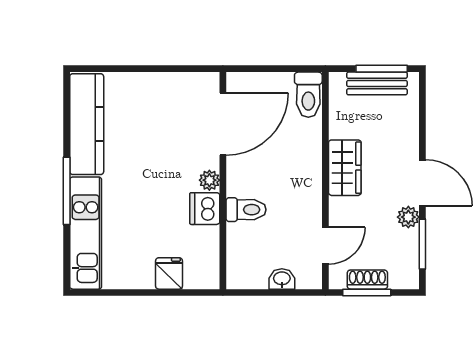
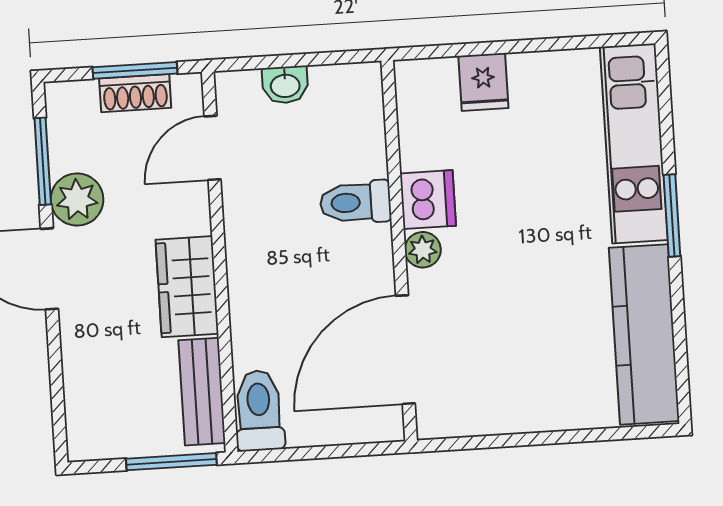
window: (382, 69) -> (171, 462), moved
bench: (377, 83) -> (202, 392), moved, turned 90
window: (67, 191) -> (672, 215), width x0.69
plant: (408, 217) -> (77, 200), width x1.38, depth x1.38

